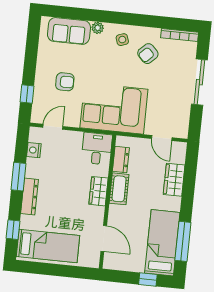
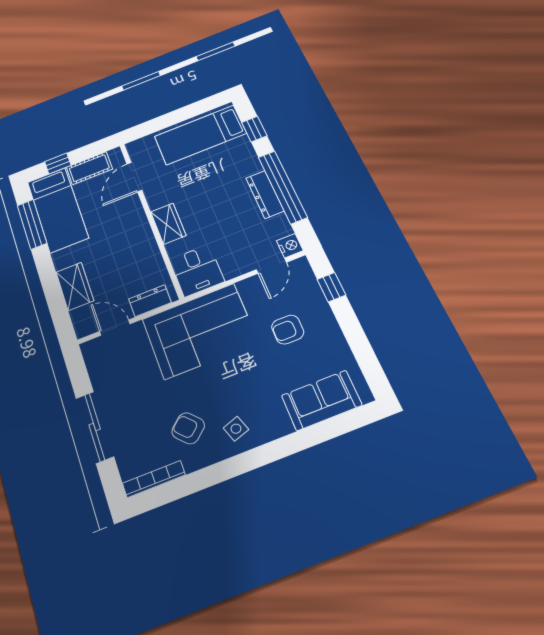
plant: (98, 28) -> (282, 427), removed
armchair: (148, 54) -> (188, 428), turned -88
nightstand: (34, 150) -> (290, 246), moved
dresser: (121, 160) -> (150, 301), moved, turned 90
window: (18, 177) -> (282, 187), width x2.11
cot: (119, 189) -> (89, 168), moved, turned 90
dresser: (29, 197) -> (265, 194), moved
door: (104, 238) -> (134, 177), hinge flipped

